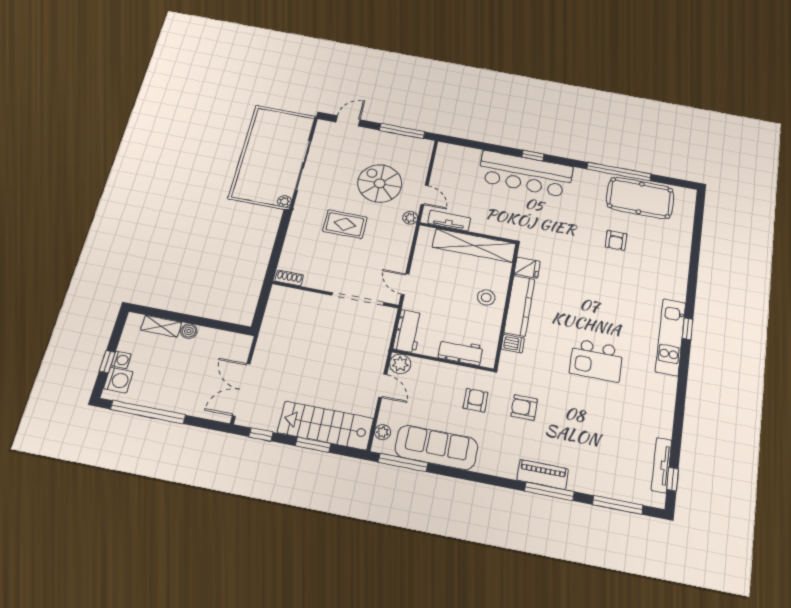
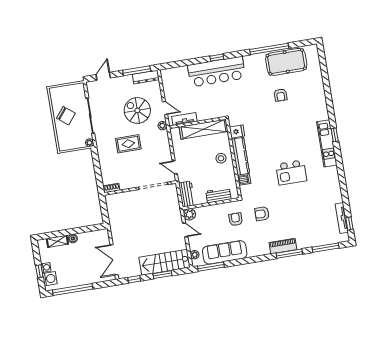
dresser: (413, 144) -> (146, 77), added
chair: (266, 152) -> (66, 116), added

